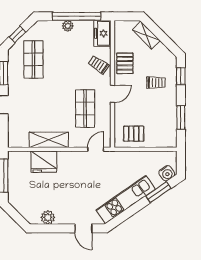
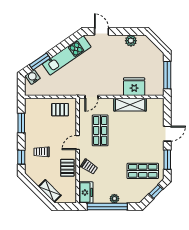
shop shelf: (33, 59) -> (143, 171), turned 90

